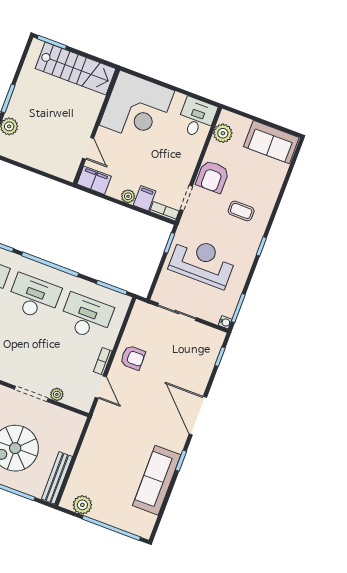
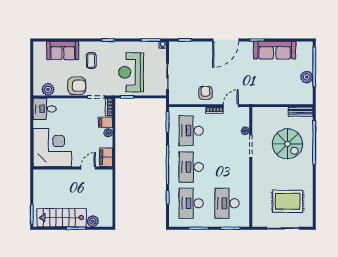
stairs: (76, 69) -> (62, 218), moved, turned -90
sofa: (271, 142) -> (63, 51), moved, turned 90
bench: (57, 478) -> (300, 112), width x0.73
plant: (82, 505) -> (307, 77), moved

